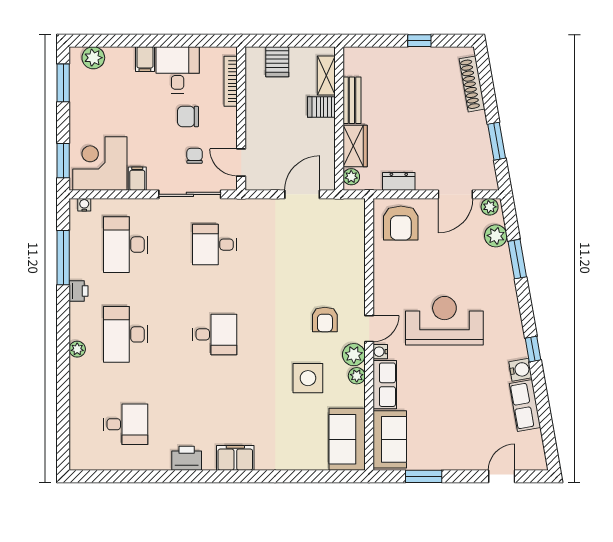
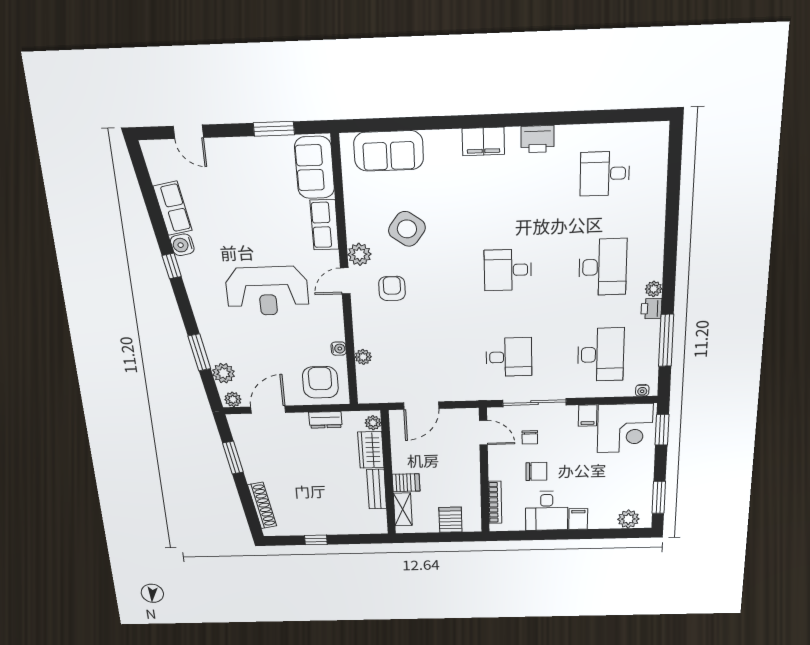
plant: (77, 349) -> (654, 289), moved
water cooler: (380, 352) -> (339, 349), moved
plant: (357, 376) -> (363, 357), moved
side table: (308, 378) -> (407, 229), turned 36
sofa: (347, 439) -> (389, 151), moved, turned 90
door: (502, 476) -> (188, 132), hinge flipped

